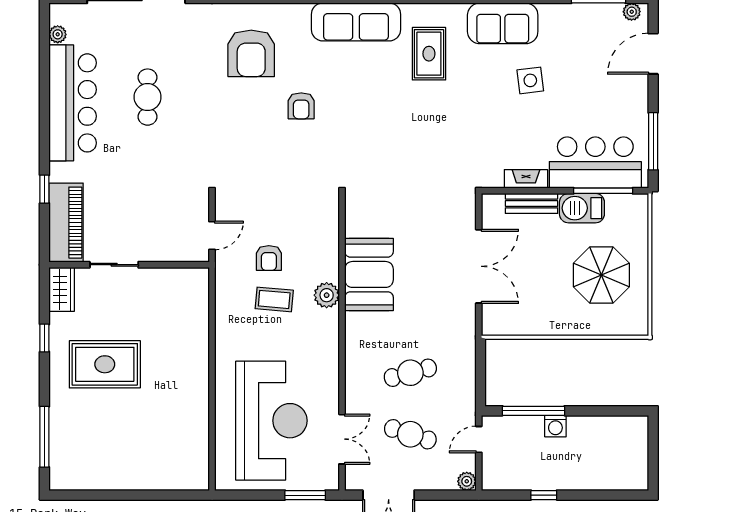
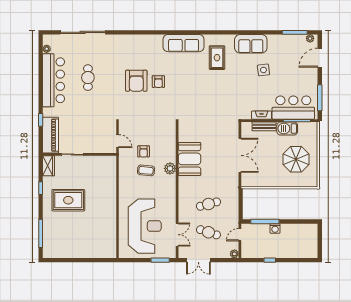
armchair: (251, 53) -> (136, 81), moved
door: (212, 235) -> (118, 141), hinge flipped

